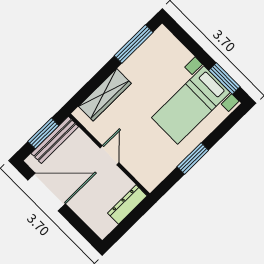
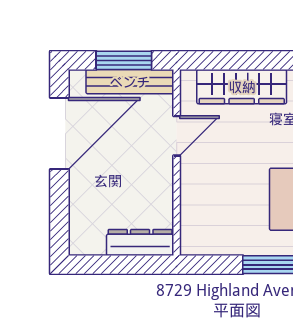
door: (110, 155) -> (177, 136), moved
door: (47, 192) -> (59, 133), hinge flipped

